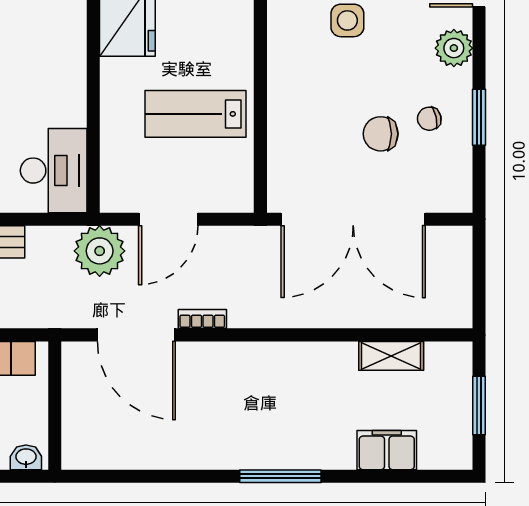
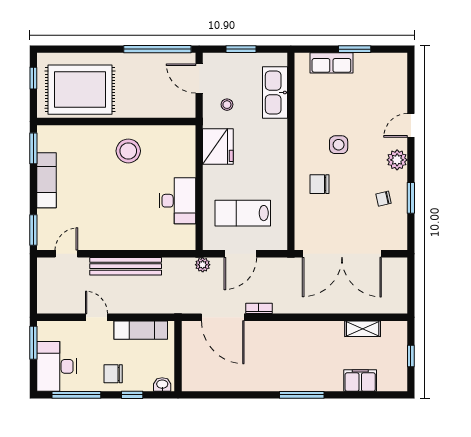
lab bench: (196, 114) -> (243, 213), moved
chair: (381, 134) -> (320, 184), moved
desk: (54, 171) -> (177, 201), moved
plant: (100, 251) -> (203, 265), width x0.53, depth x0.53
window: (479, 406) -> (411, 356), width x0.67

